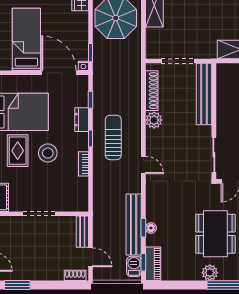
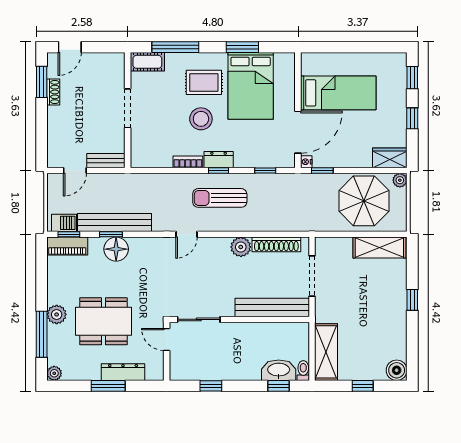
dresser: (82, 120) -> (219, 160), moved
sun lounger: (113, 137) -> (220, 198), turned 180
floor lamp: (151, 228) -> (116, 249), width x1.89, depth x1.89
shoe rack: (75, 275) -> (53, 92), moved

